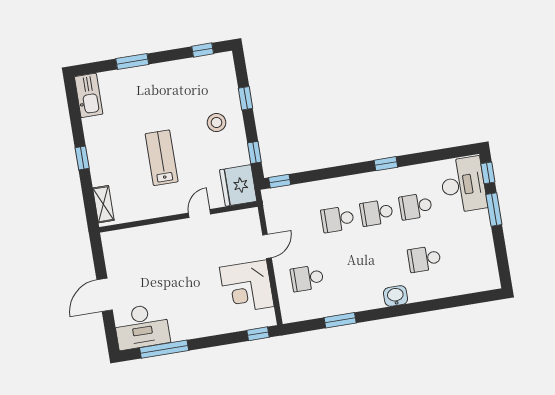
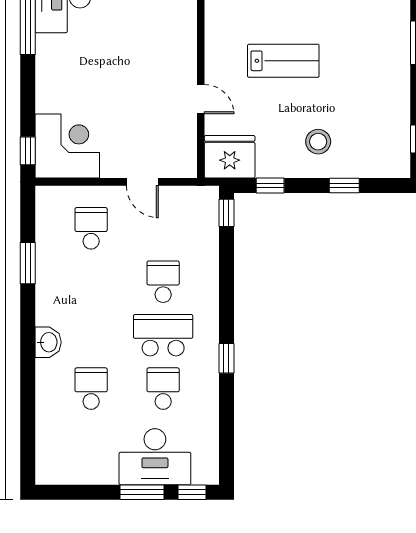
desk: (463, 185) -> (155, 457), moved
school desk: (377, 213) -> (163, 335), width x1.85
corner desk: (247, 287) -> (67, 146), moved, turned 90

